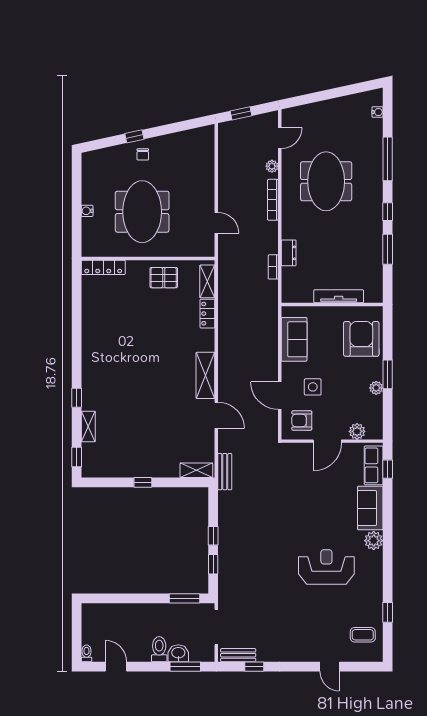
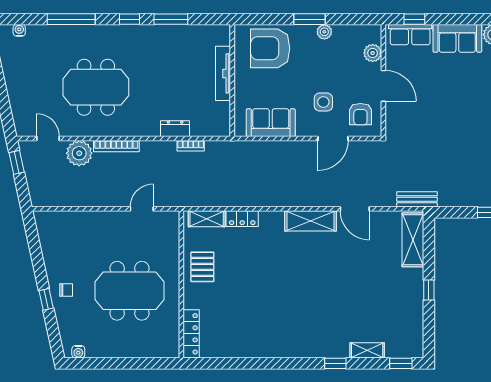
window: (241, 113) -> (17, 162), moved
plant: (272, 166) -> (79, 153), width x1.88, depth x1.88
water cooler: (87, 211) -> (78, 352), moved
door: (216, 415) -> (355, 209), swing flipped
shelving: (196, 470) -> (413, 240), width x1.50, depth x1.33

